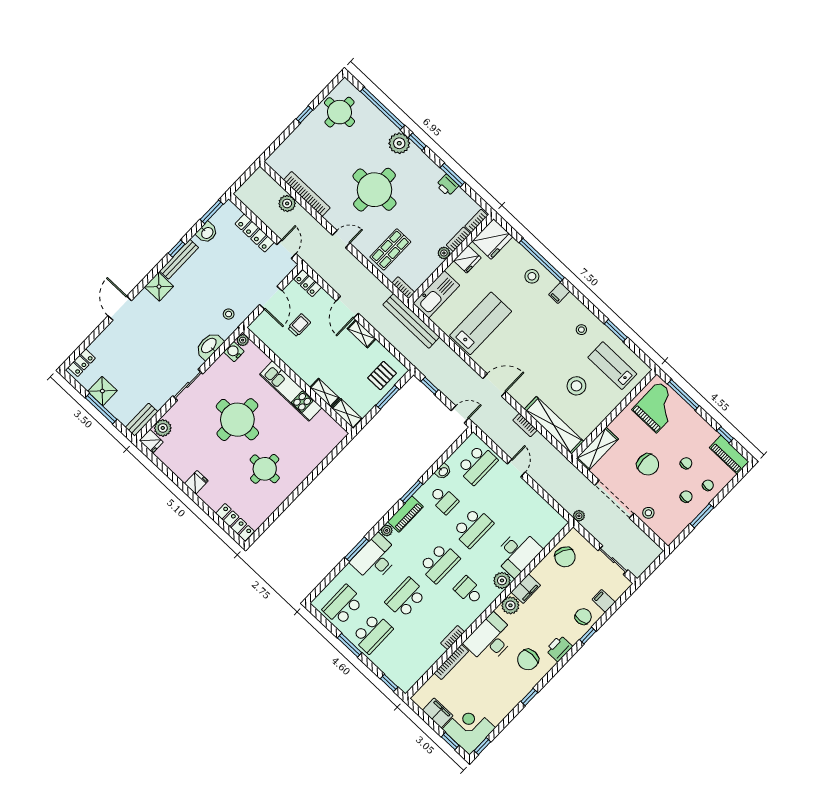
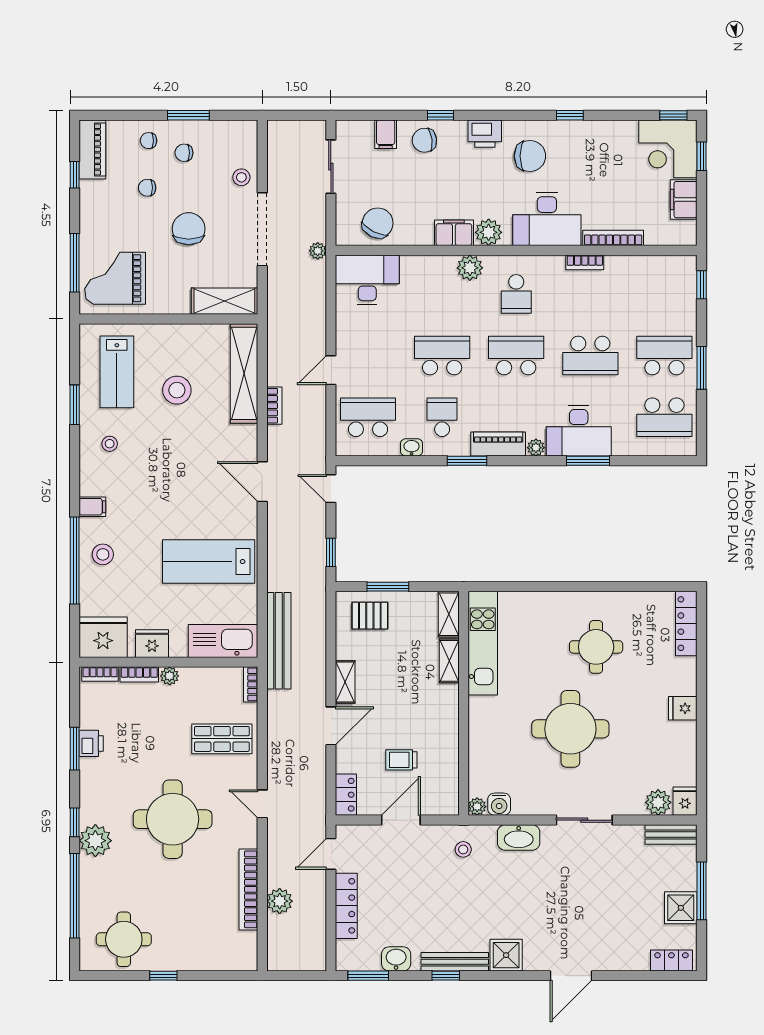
kitchen unit: (291, 391) -> (483, 643), moved
desk: (517, 553) -> (367, 280), moved

